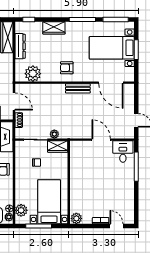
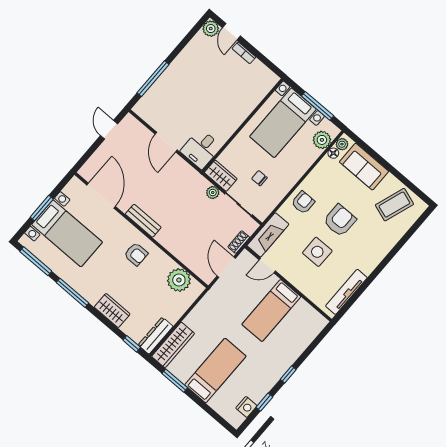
dresser: (20, 46) -> (156, 336), moved
desk: (123, 152) -> (201, 149), moved
plant: (76, 218) -> (211, 29), moved

